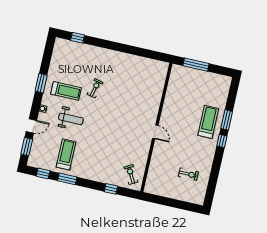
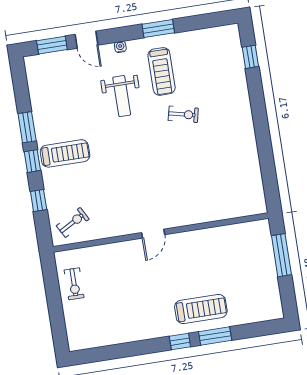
treadmill: (66, 154) -> (65, 153), moved
window: (43, 173) -> (32, 161), moved
exercise bike: (188, 174) -> (74, 284), moved

